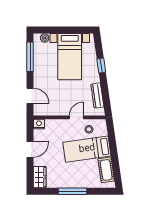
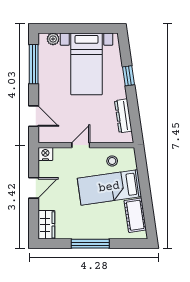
door: (76, 117) -> (81, 145), moved

